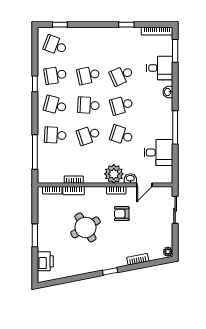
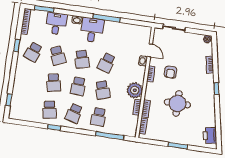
school desk: (55, 45) -> (33, 52), moved
desk: (158, 153) -> (92, 30), moved
plant: (114, 174) -> (135, 90), moved
round table: (85, 227) -> (177, 103), turned 31
printer: (45, 261) -> (210, 135), moved, turned -101

